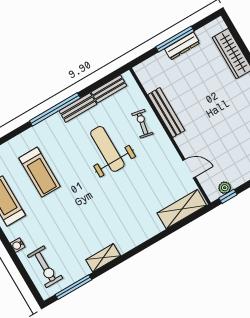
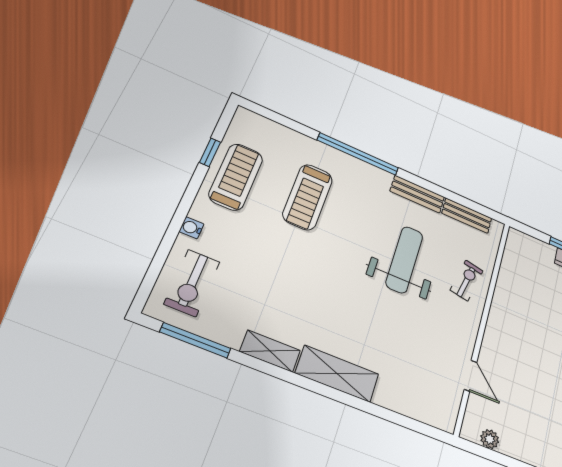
window: (55, 109) -> (358, 154), moved
bench: (166, 113) -> (502, 299), removed
window: (228, 196) -> (484, 452), removed
shelving: (182, 209) -> (337, 374), moved

